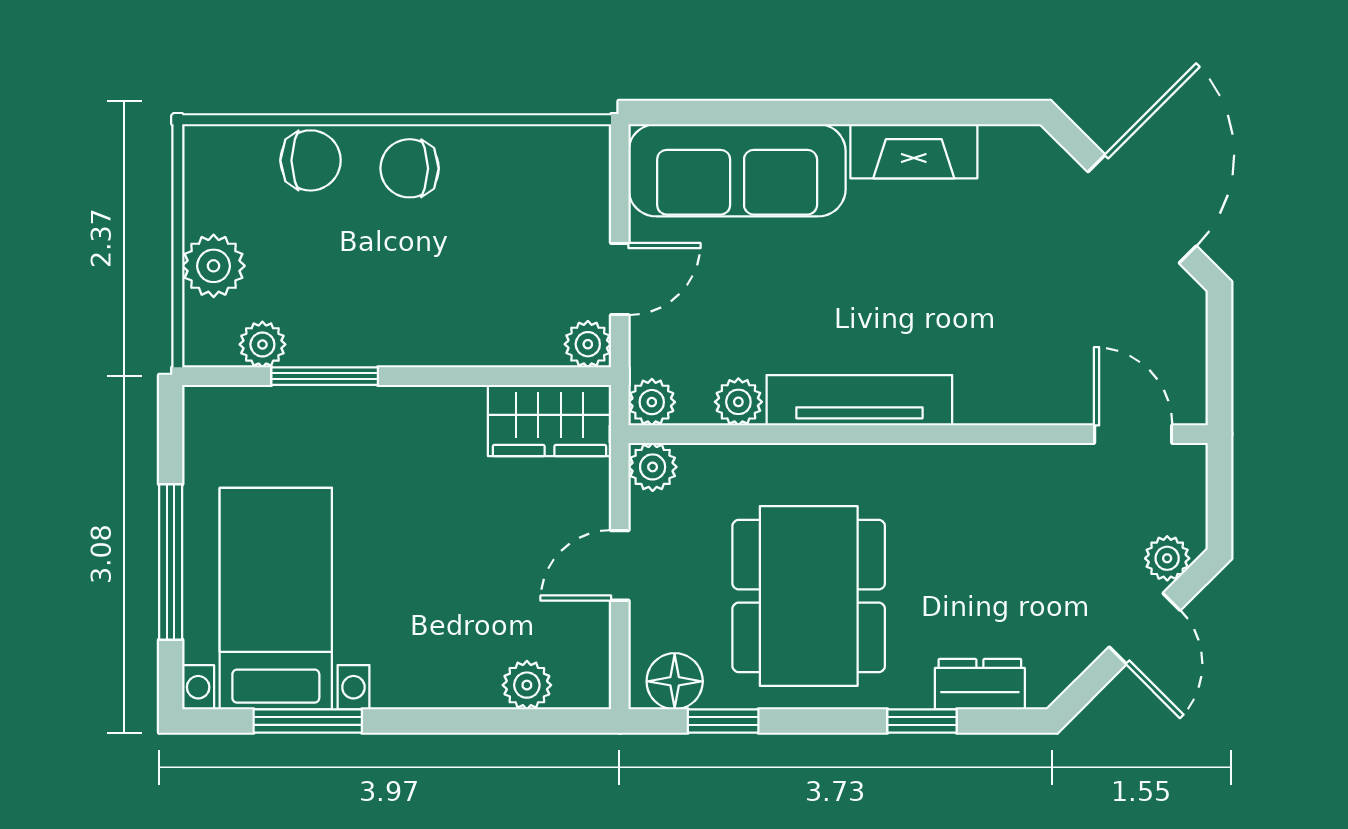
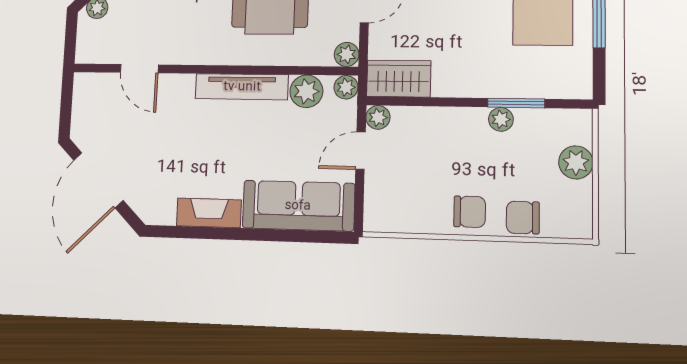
plant: (262, 344) -> (501, 119), moved
plant: (738, 402) -> (306, 91), width x1.38, depth x1.38
door: (1133, 434) -> (139, 69), moved

